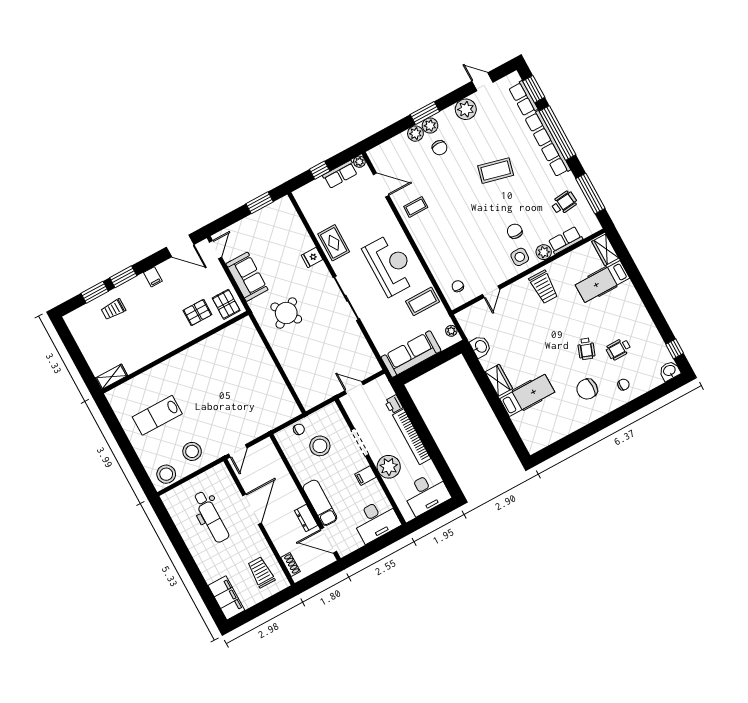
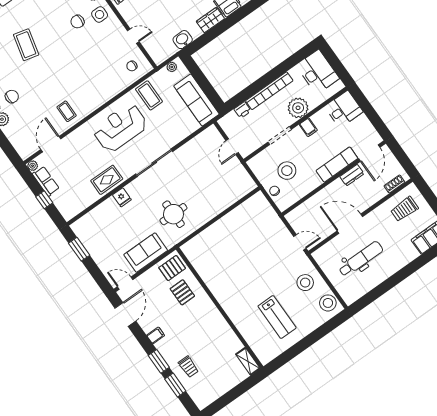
round table: (286, 313) -> (173, 214), turned 33
desk: (376, 520) -> (344, 109), width x0.73

